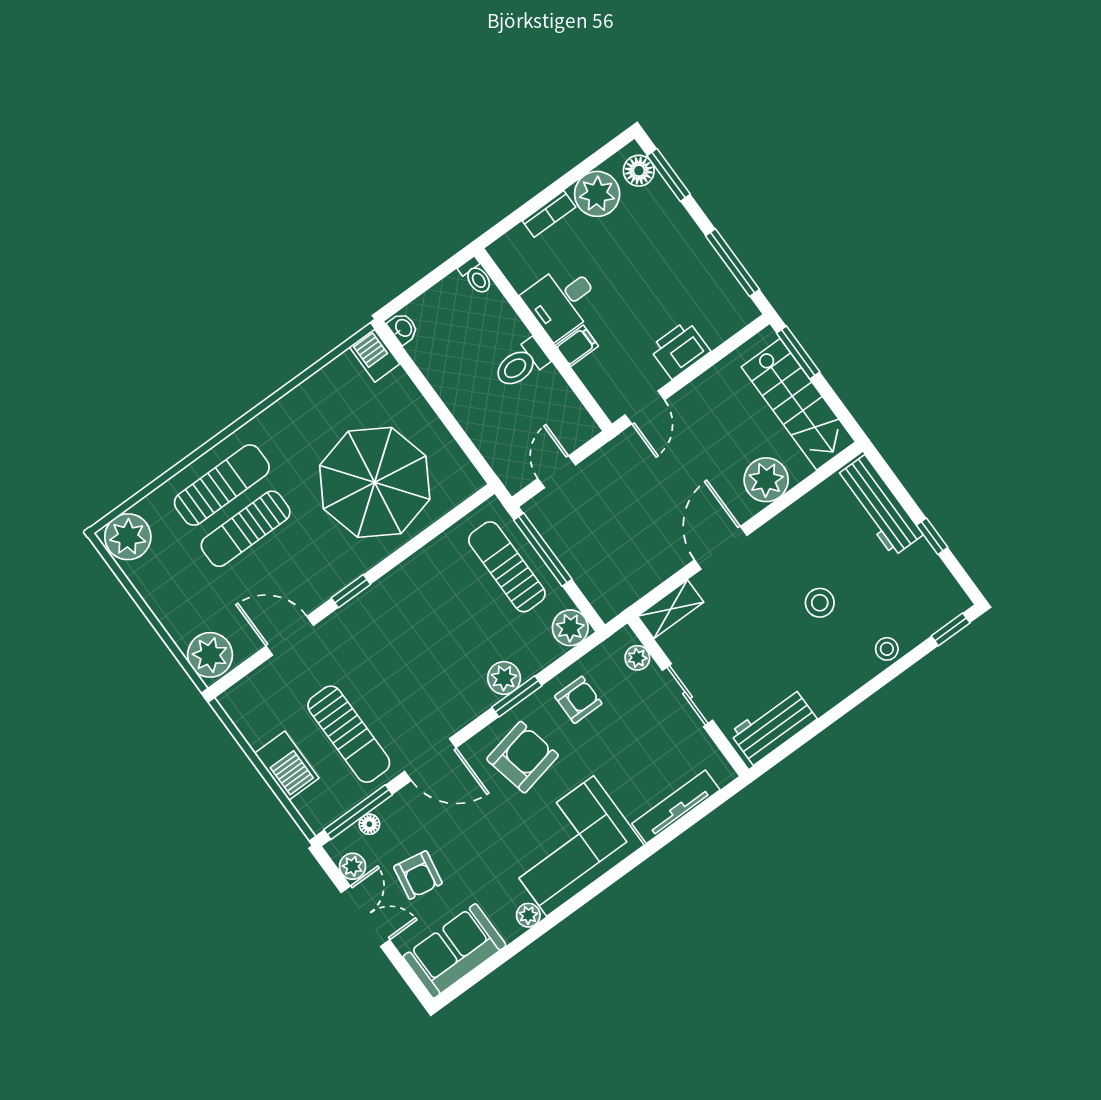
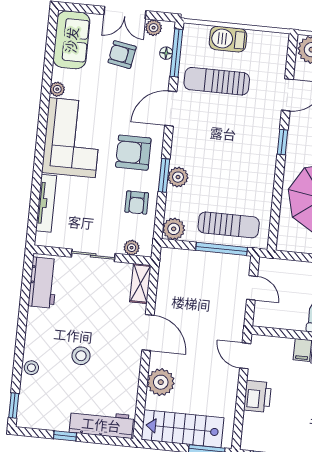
armchair: (523, 757) -> (133, 153), turned 102

